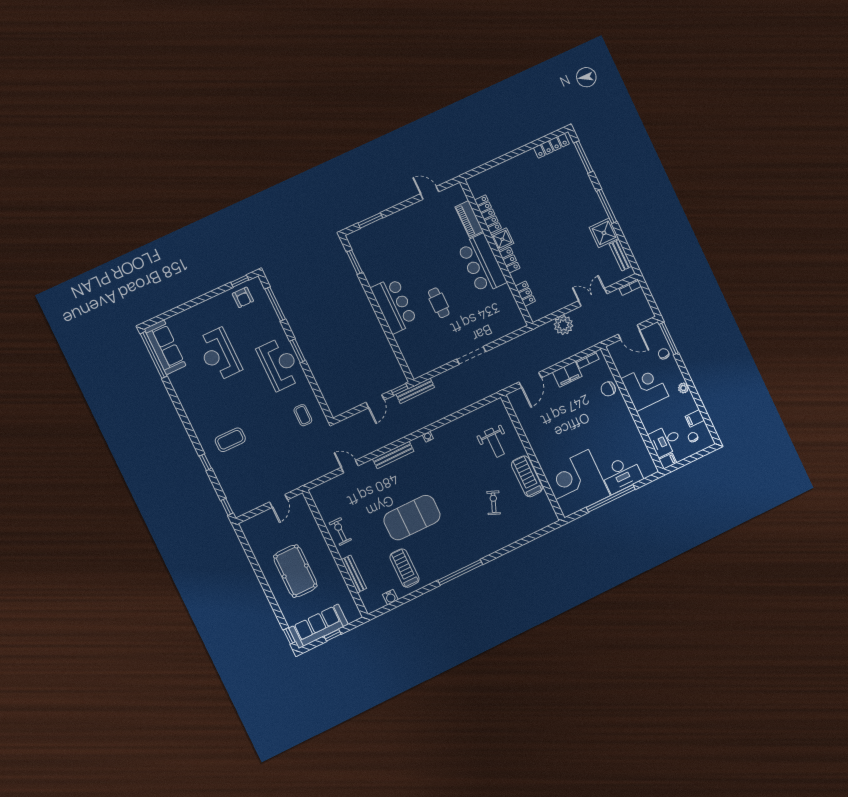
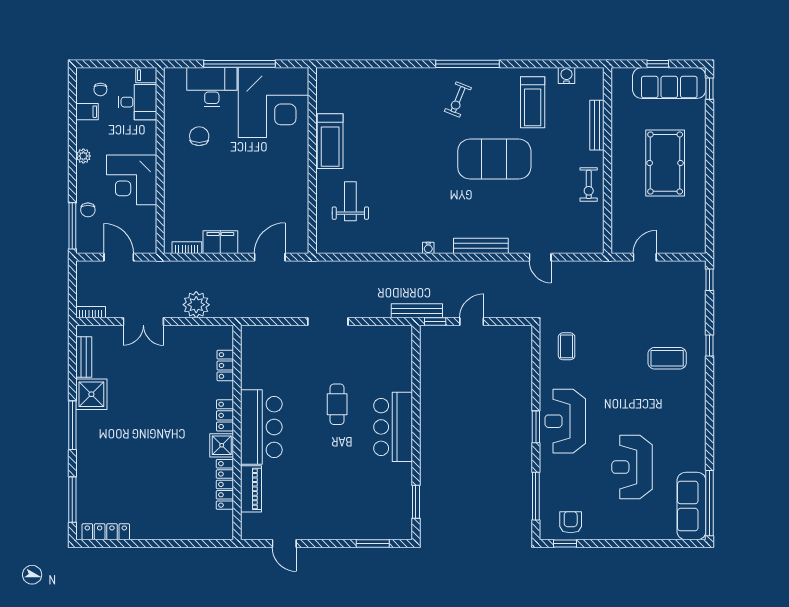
reception desk: (219, 354) -> (632, 467), turned 180
chair: (608, 389) -> (199, 136), moved, turned -90
exercise bike: (494, 503) -> (458, 99), moved

